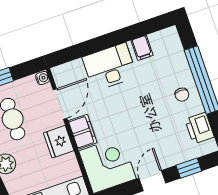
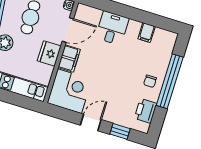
desk: (110, 67) -> (112, 28), width x0.73

